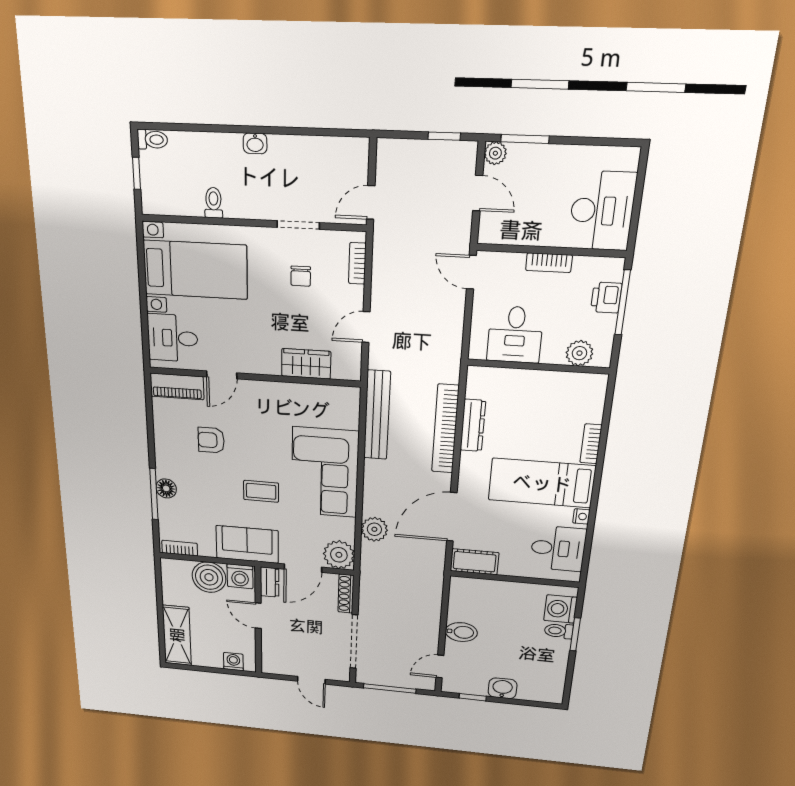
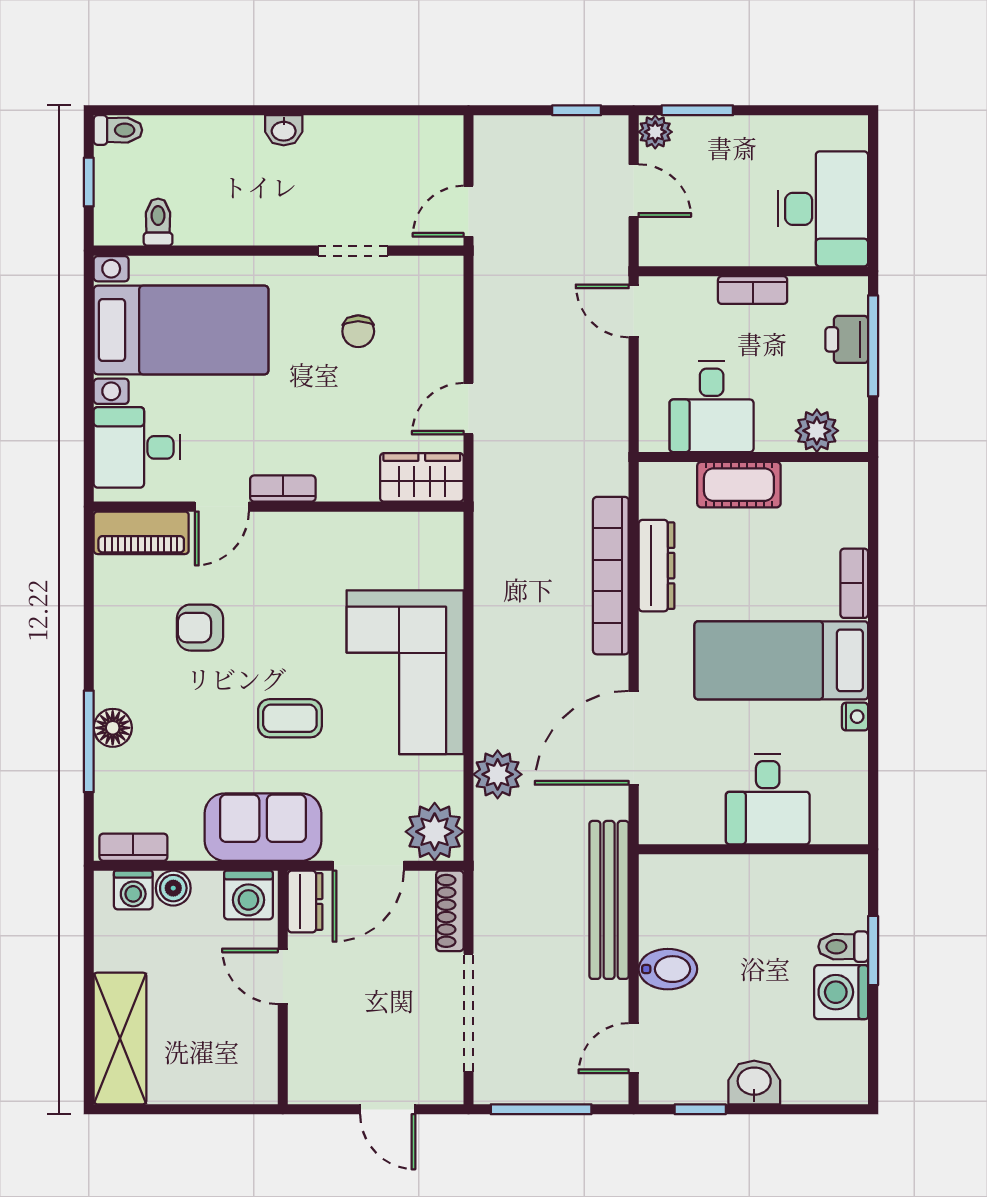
toilet: (213, 203) -> (158, 222), moved
bookcase: (357, 263) -> (283, 489), moved, turned 90
wardrobe: (306, 364) -> (422, 477), moved
bench: (377, 415) -> (609, 900), moved
desk: (558, 548) -> (768, 799), moved, turned 90
cot: (475, 562) -> (739, 485), moved
boiler: (209, 577) -> (173, 888), width x0.54, depth x0.54
washing machine: (561, 609) -> (841, 992), moved
washing machine: (233, 662) -> (133, 890), moved, turned 180

